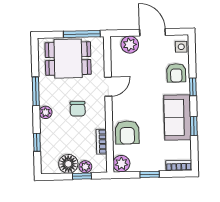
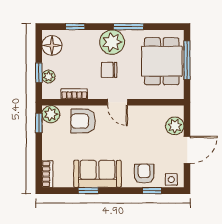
window: (82, 34) -> (187, 60), moved
armchair: (176, 73) -> (144, 174), turned 90
door: (108, 87) -> (118, 102), moved
window: (193, 87) -> (152, 191), moved
plant: (46, 112) -> (112, 42), width x1.88, depth x1.88
floor lamp: (68, 164) -> (52, 45), moved
window: (150, 174) -> (39, 123), moved

